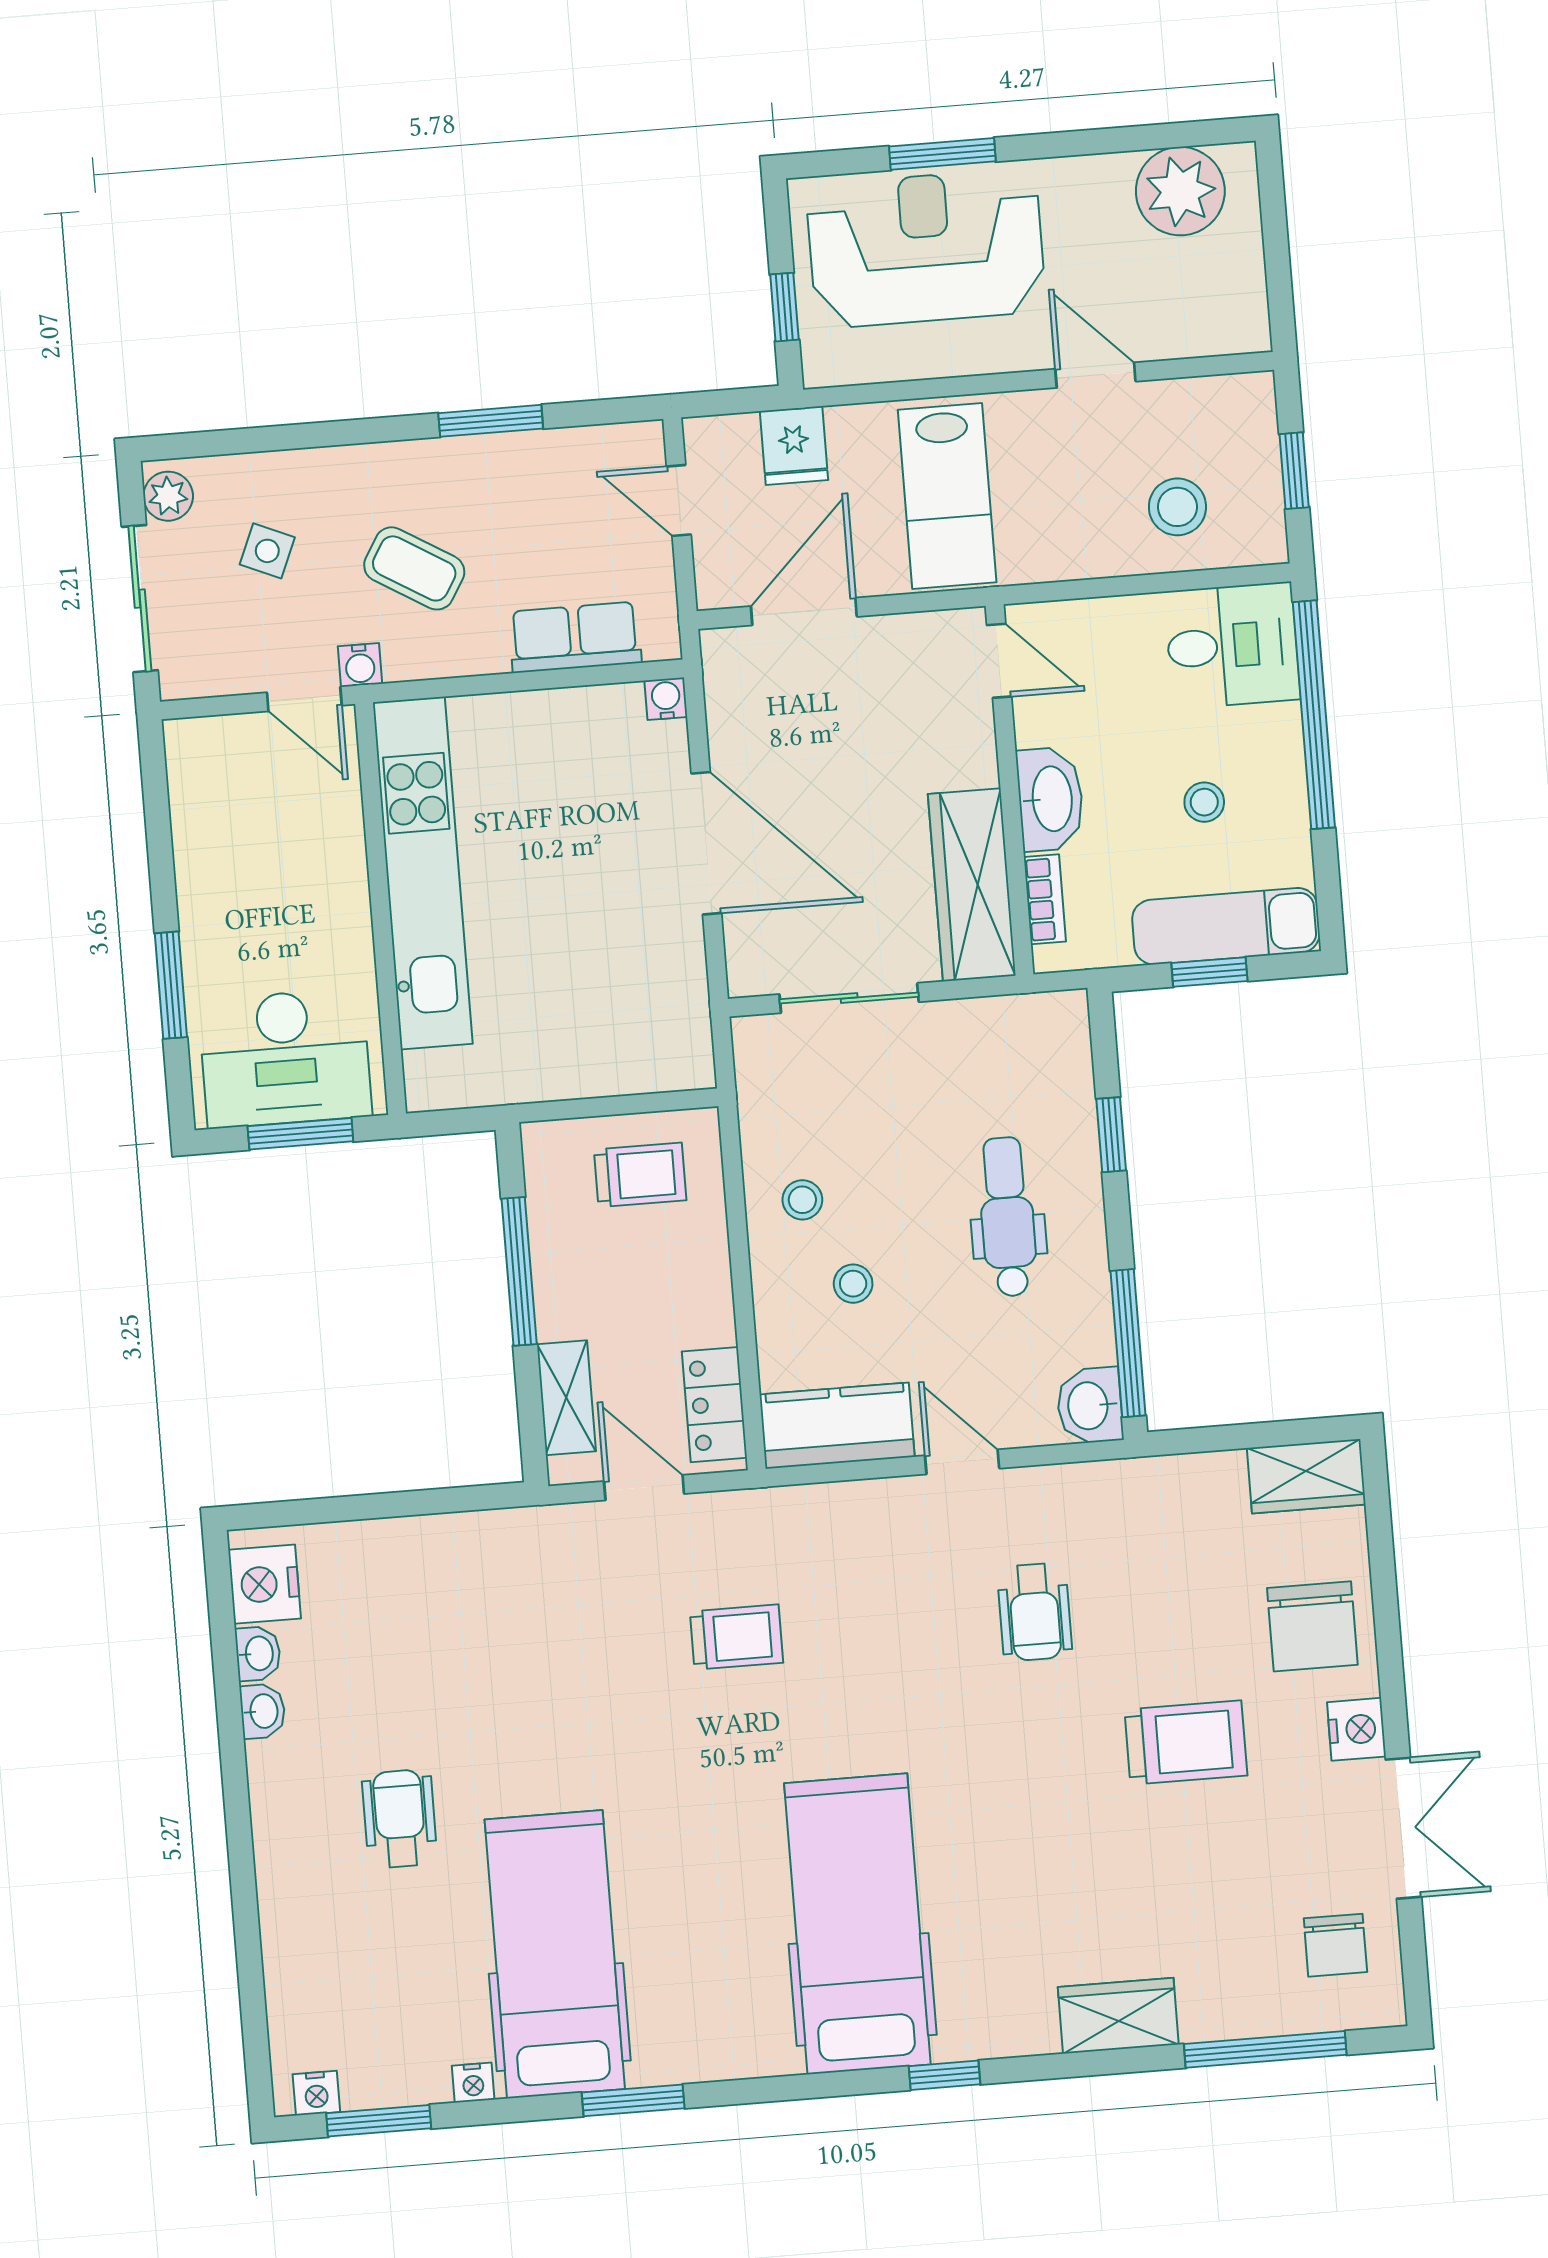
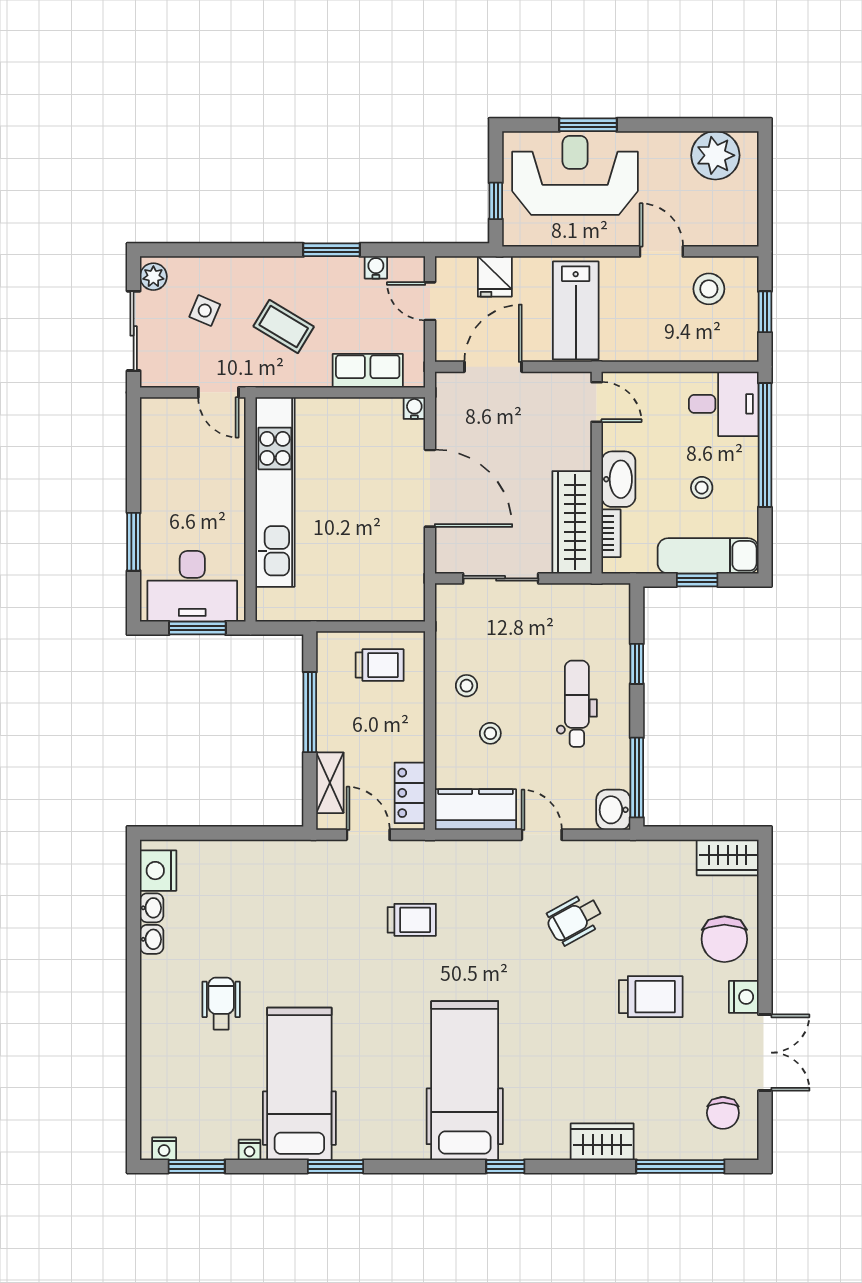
stool: (1177, 507) -> (709, 289), moved
water cooler: (360, 665) -> (376, 267), moved, turned 180
wheelchair: (1035, 1612) -> (574, 919), turned 61

